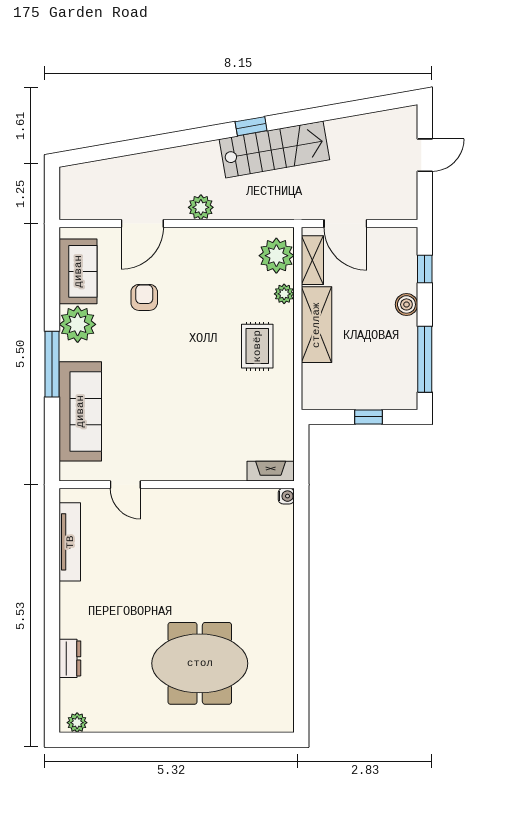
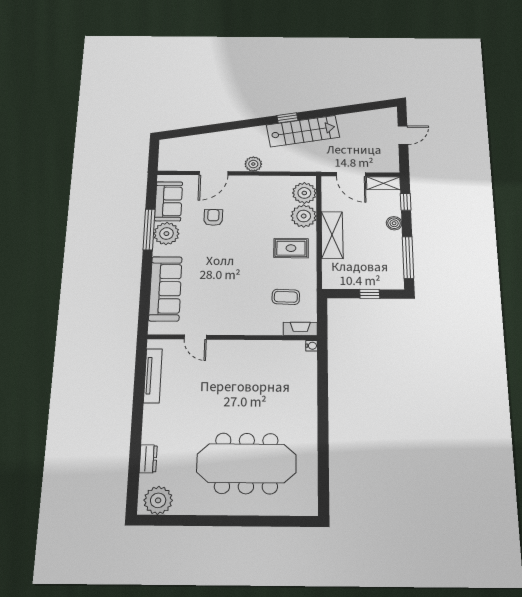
shelving: (312, 260) -> (383, 183), moved, turned 90
plant: (284, 294) -> (304, 216), width x1.88, depth x1.88
rug: (257, 346) -> (291, 248), turned 90
window: (52, 364) -> (149, 229), moved
coffee table: (250, 423) -> (286, 297), added
meeting table: (200, 663) -> (246, 463), width x1.36
plant: (77, 723) -> (158, 500), width x1.87, depth x1.87

